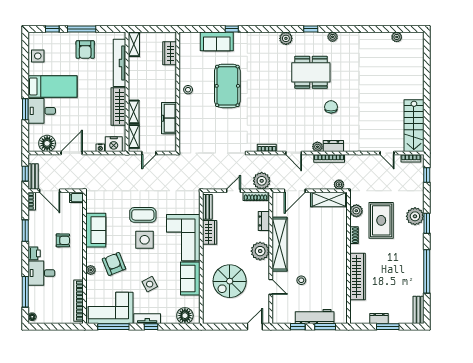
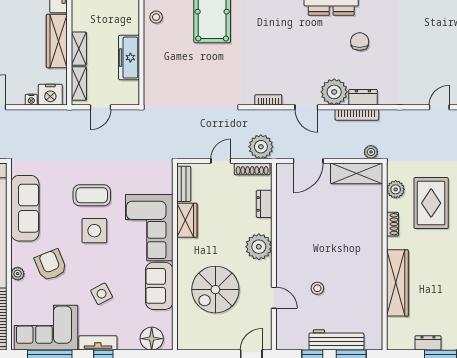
plant: (317, 147) -> (334, 92), width x1.88, depth x1.88
door: (387, 153) -> (439, 107), swing flipped
sofa: (96, 230) -> (25, 208), width x1.36
shelving: (280, 244) -> (286, 237), removed

